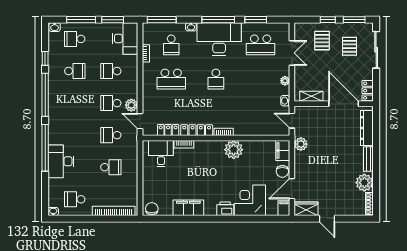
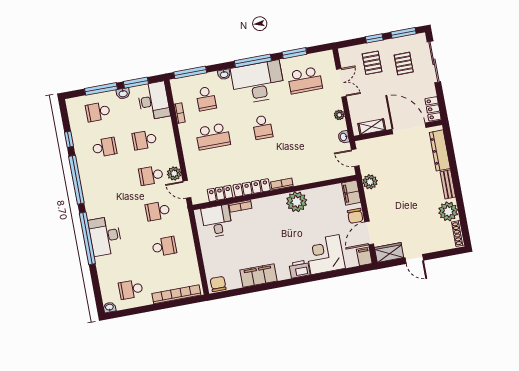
washbasin: (55, 27) -> (123, 93), moved
desk: (61, 161) -> (105, 236), moved

